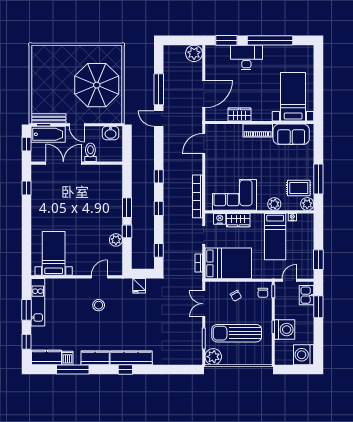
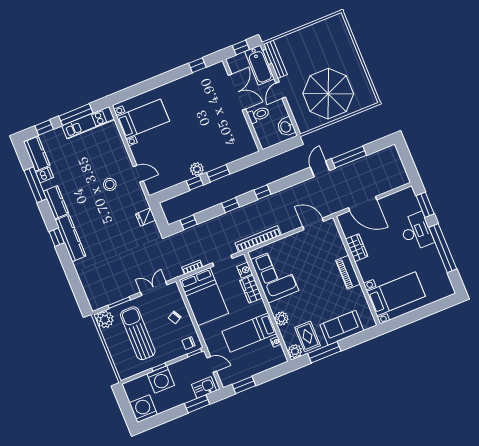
plant: (194, 53) -> (399, 178), removed
sofa: (291, 134) -> (342, 328), moved, turned 90
plant: (116, 240) -> (197, 169), moved
window: (26, 310) -> (76, 115), width x1.44

